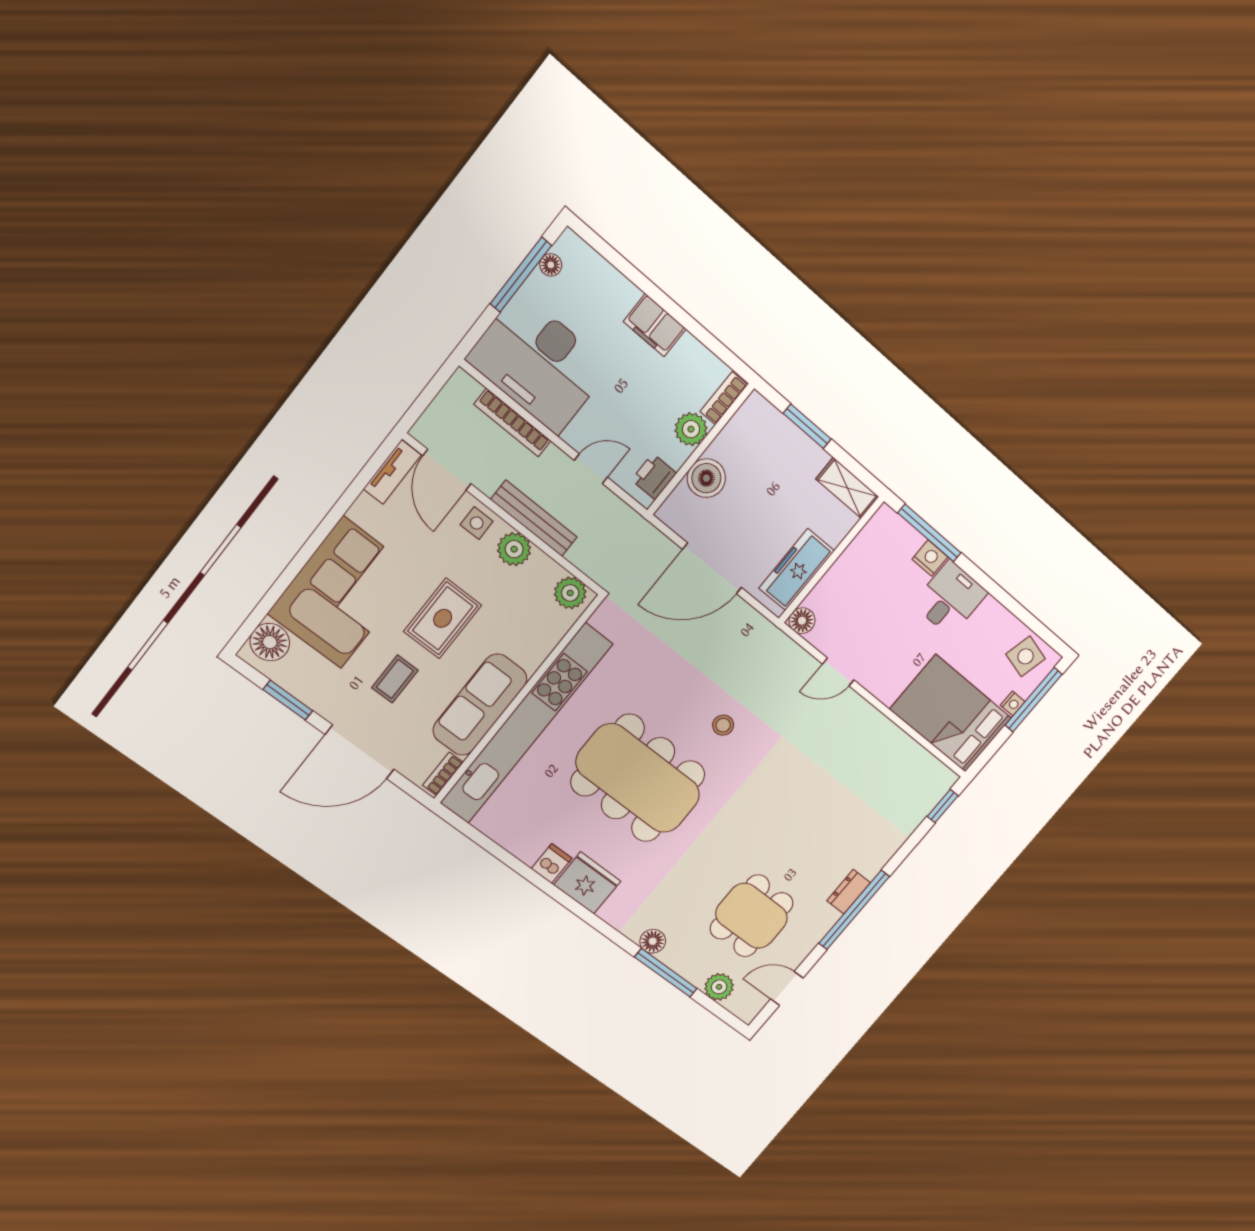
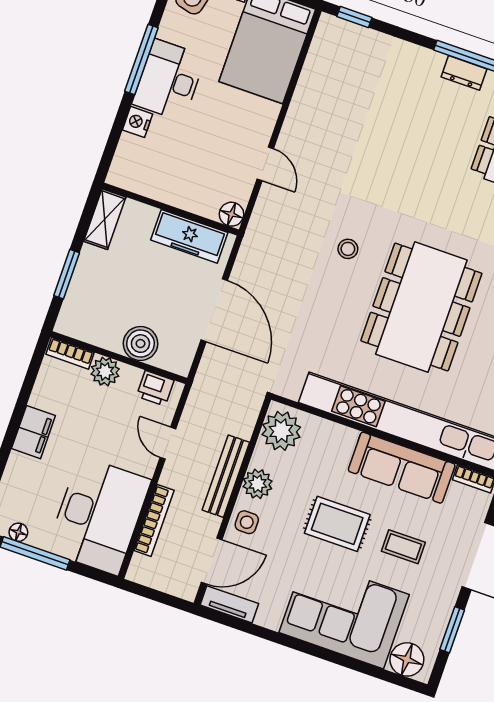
window: (929, 533) -> (141, 59), moved
plant: (570, 593) -> (281, 431), width x1.36, depth x1.36
desk: (950, 598) -> (169, 80), width x1.37

